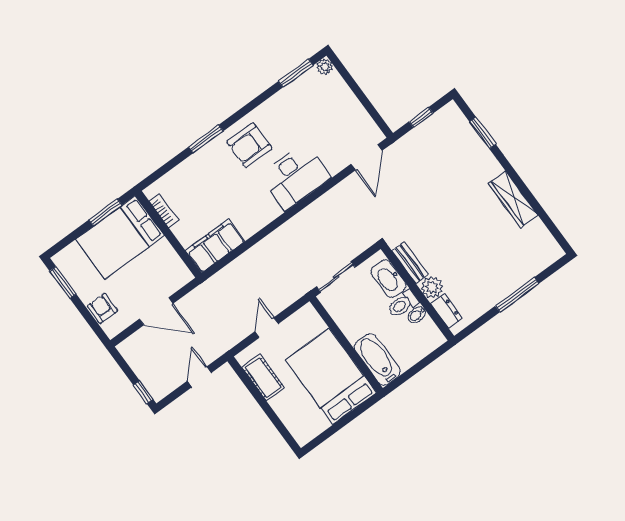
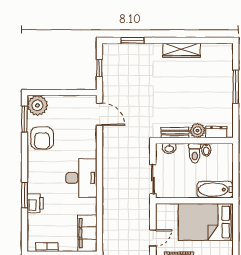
plant: (325, 67) -> (37, 105), width x1.87, depth x1.87
armchair: (249, 145) -> (42, 138), moved
printer: (205, 159) -> (35, 203), added
desk: (295, 177) -> (81, 178), moved
washbasin: (389, 279) -> (169, 149), width x0.52, depth x0.69
door: (267, 328) -> (153, 238), swing flipped

